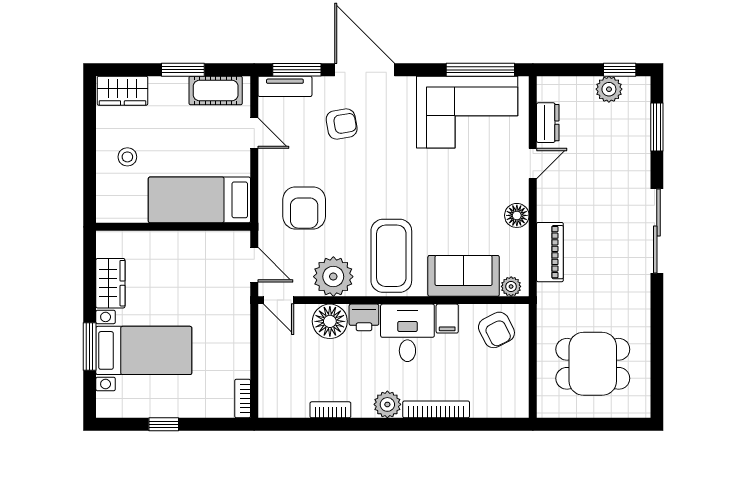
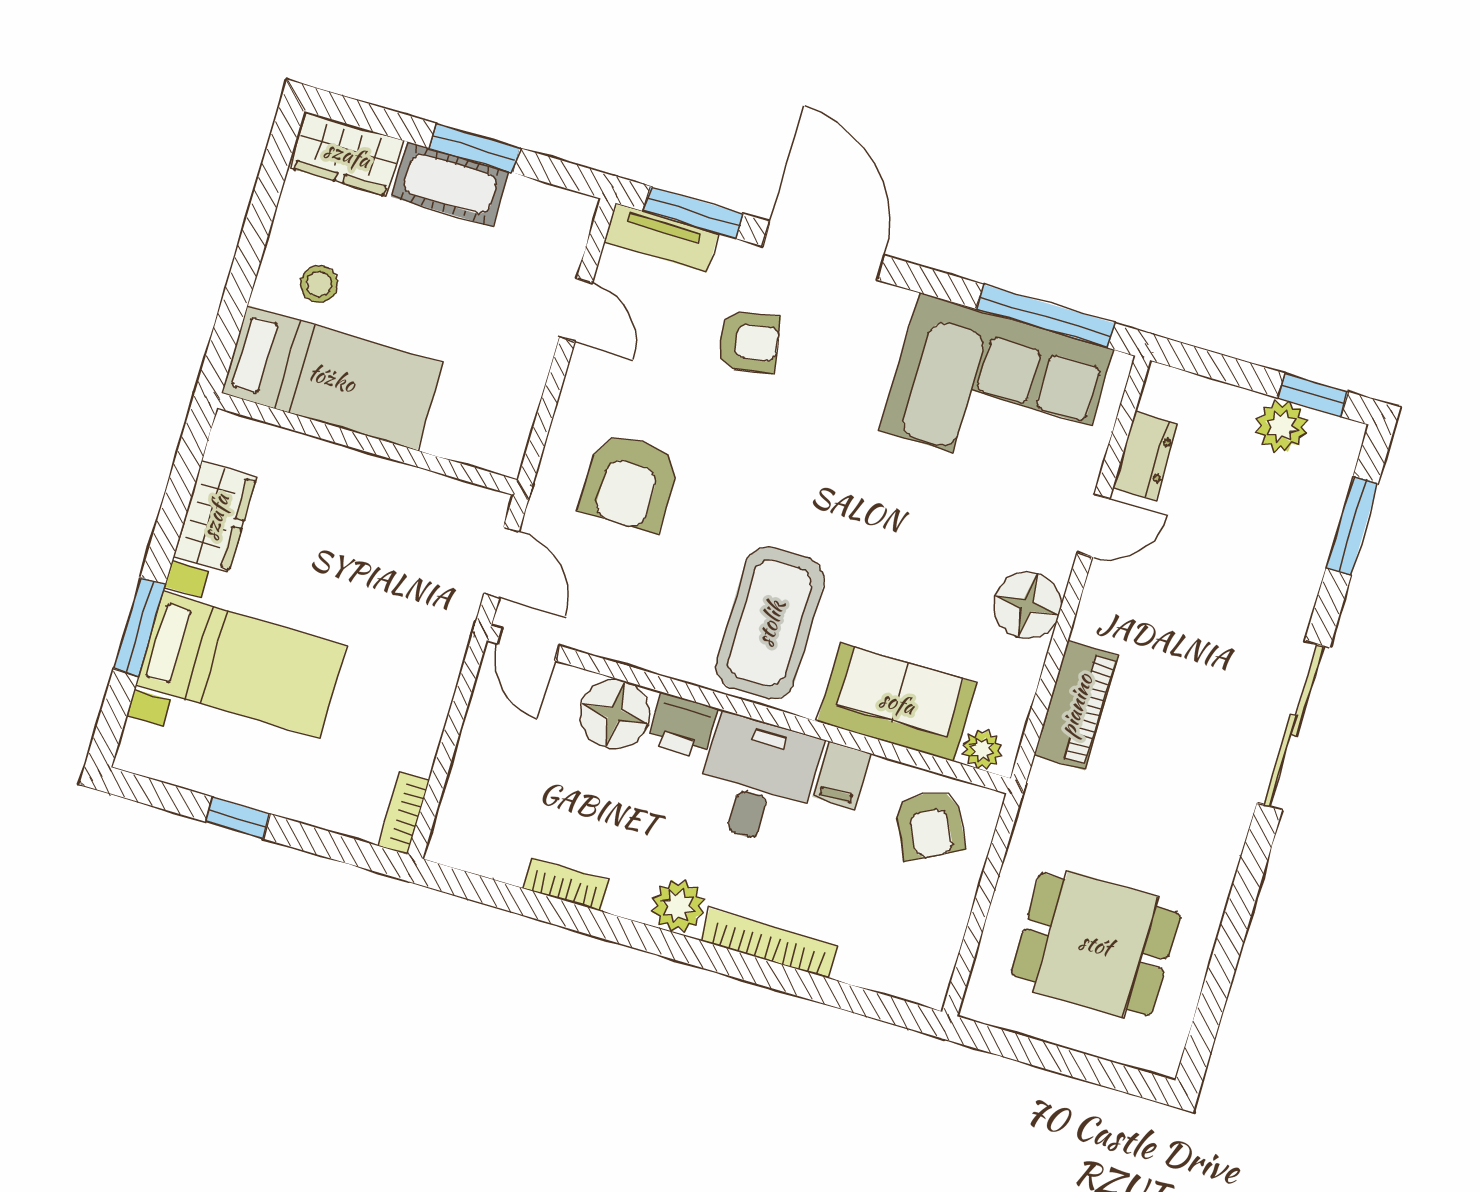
cot: (216, 91) -> (450, 184), moved
bed: (199, 200) -> (332, 378), moved, turned 180
floor lamp: (517, 215) -> (1027, 605), width x1.38, depth x1.38
plant: (333, 277) -> (647, 630), removed

